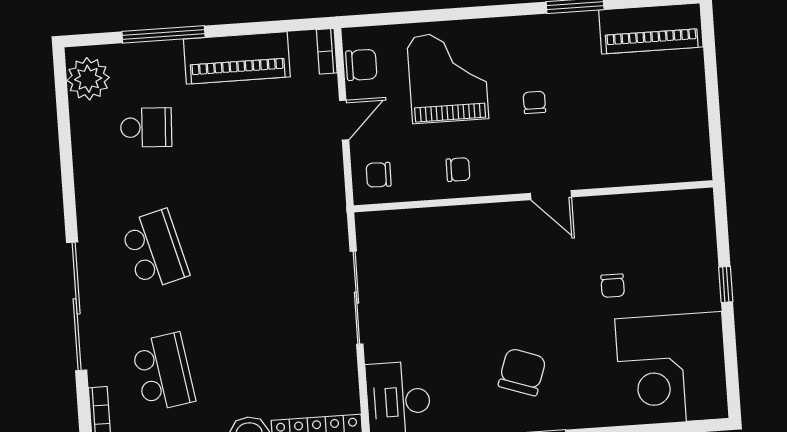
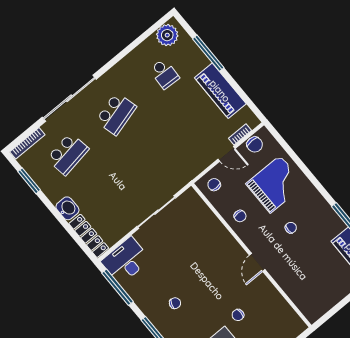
bookcase: (327, 51) -> (240, 134), moved
chair: (522, 372) -> (175, 303), width x0.54, depth x0.54

